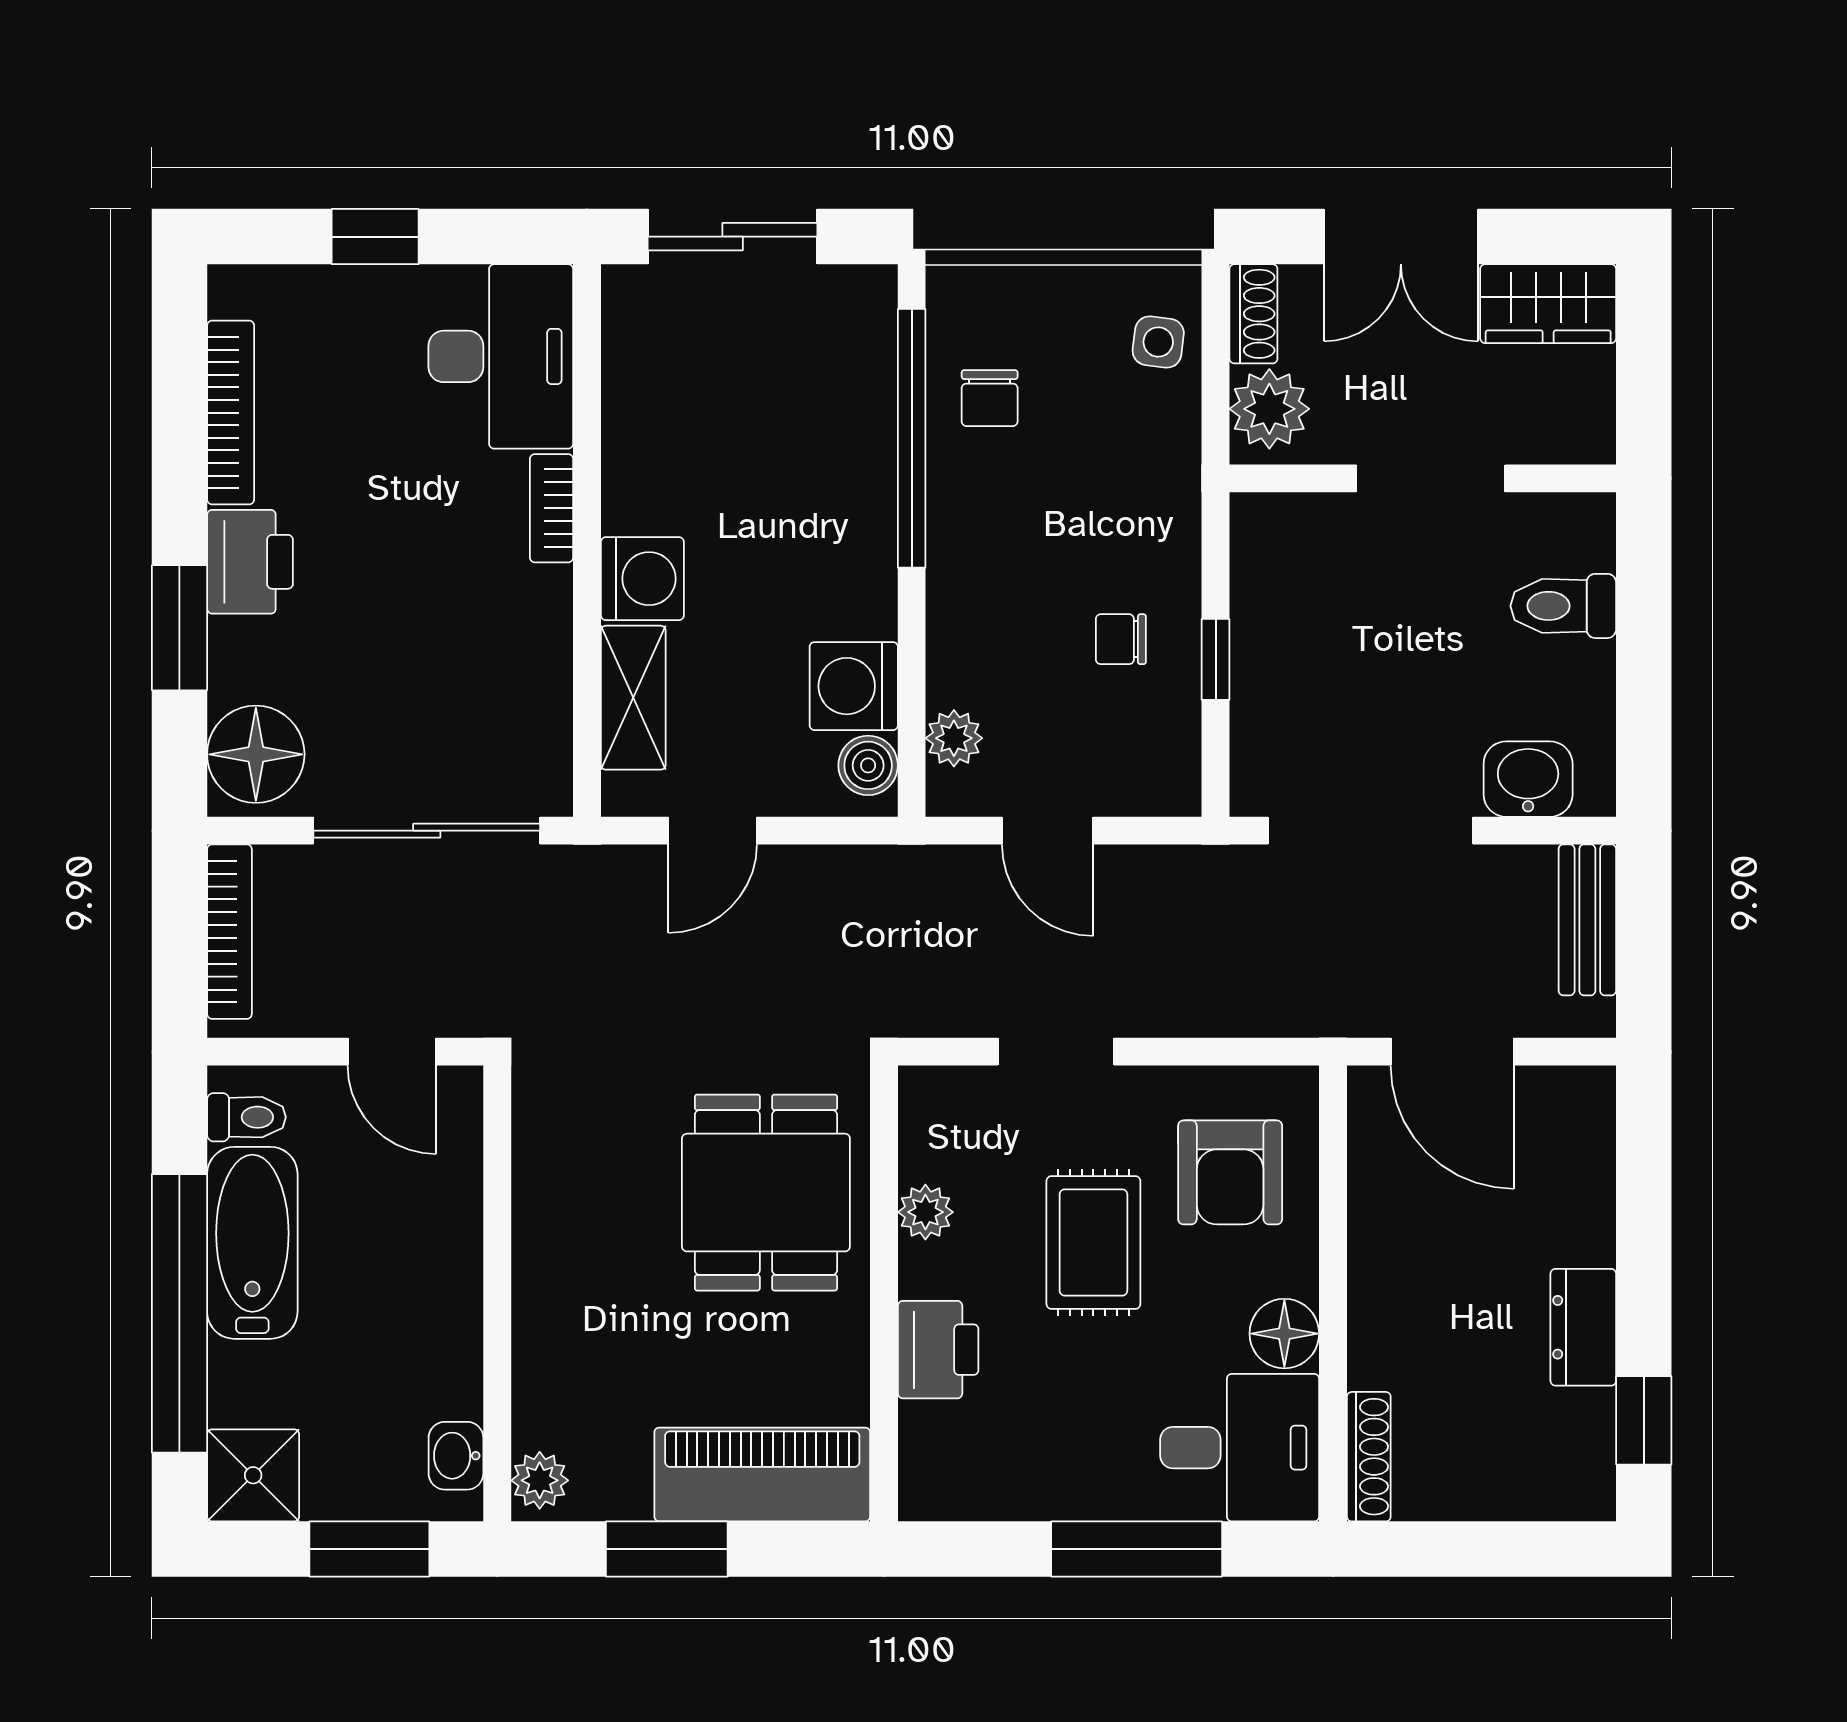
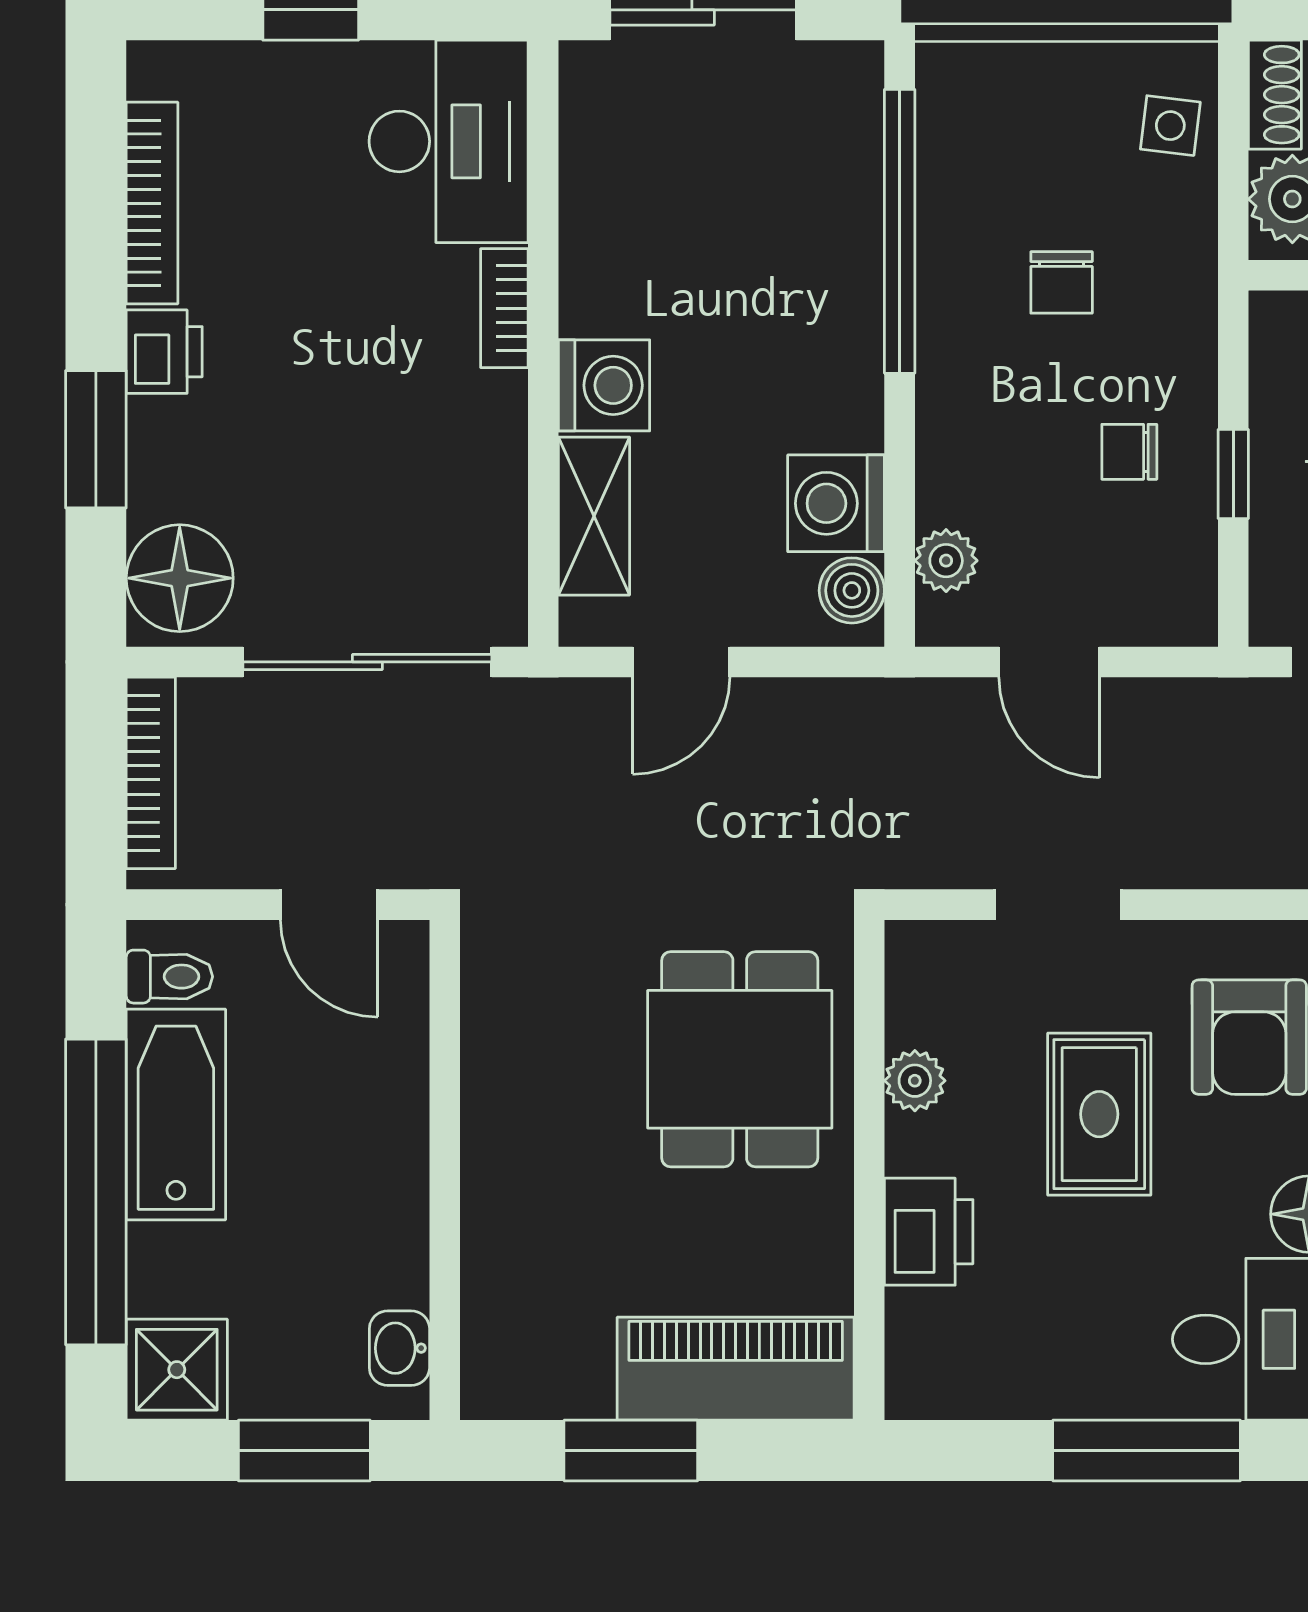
chair: (990, 398) -> (1062, 282), moved
printer: (250, 562) -> (164, 352), width x0.73, depth x0.81
plant: (540, 1480) -> (491, 1375), removed

